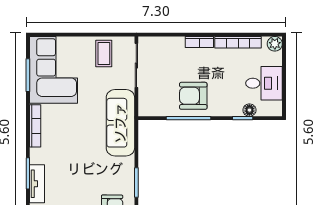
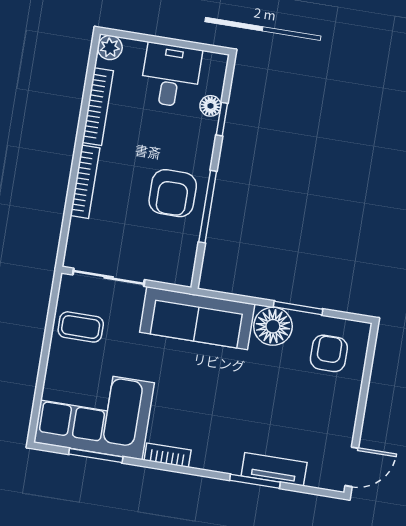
bookcase: (199, 42) -> (85, 182), width x1.56
bookcase: (35, 126) -> (168, 455), width x0.64
floor lamp: (123, 169) -> (273, 326), added

